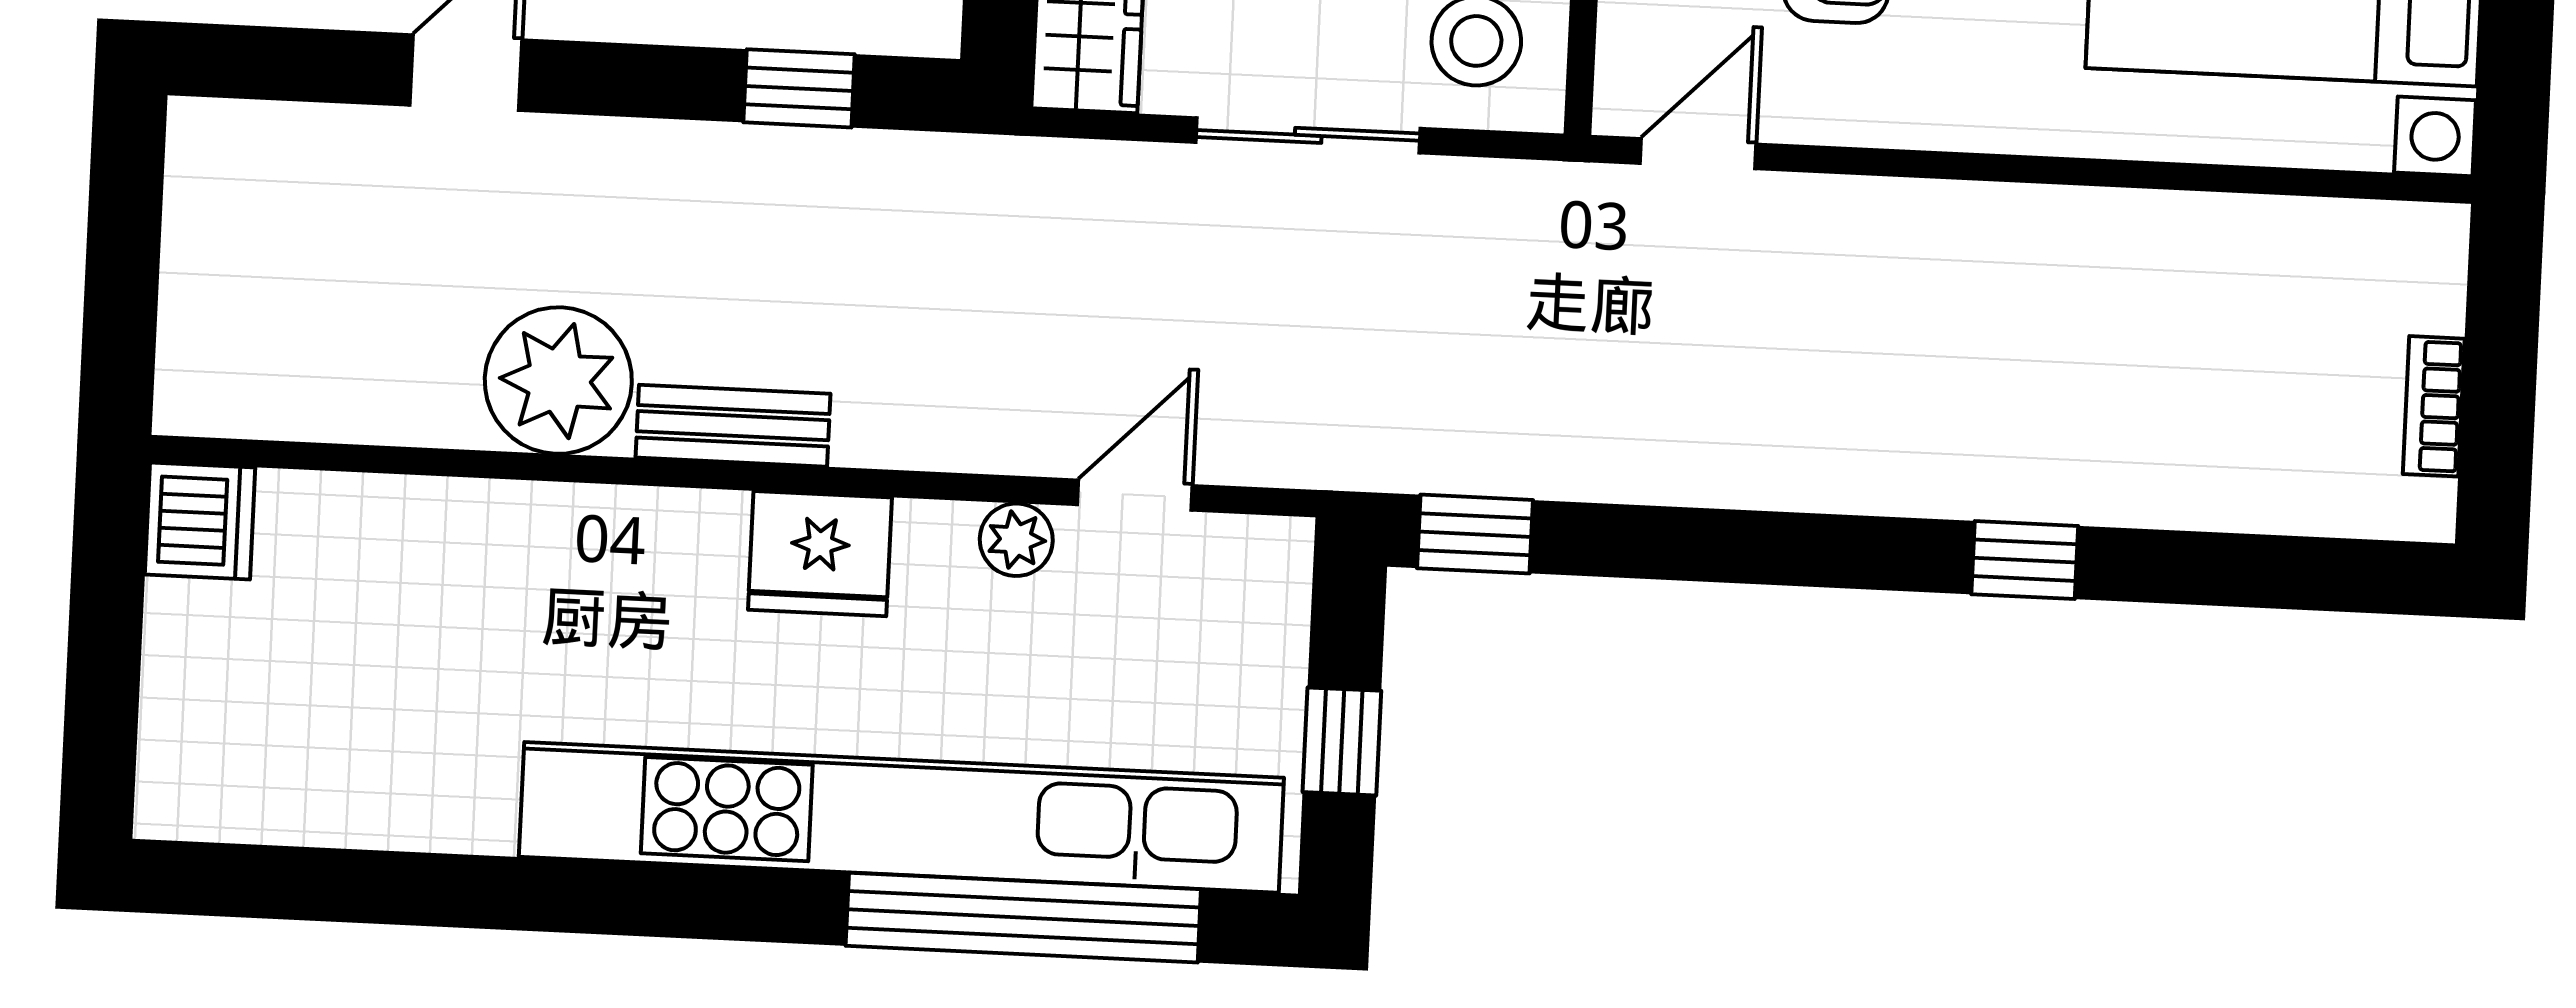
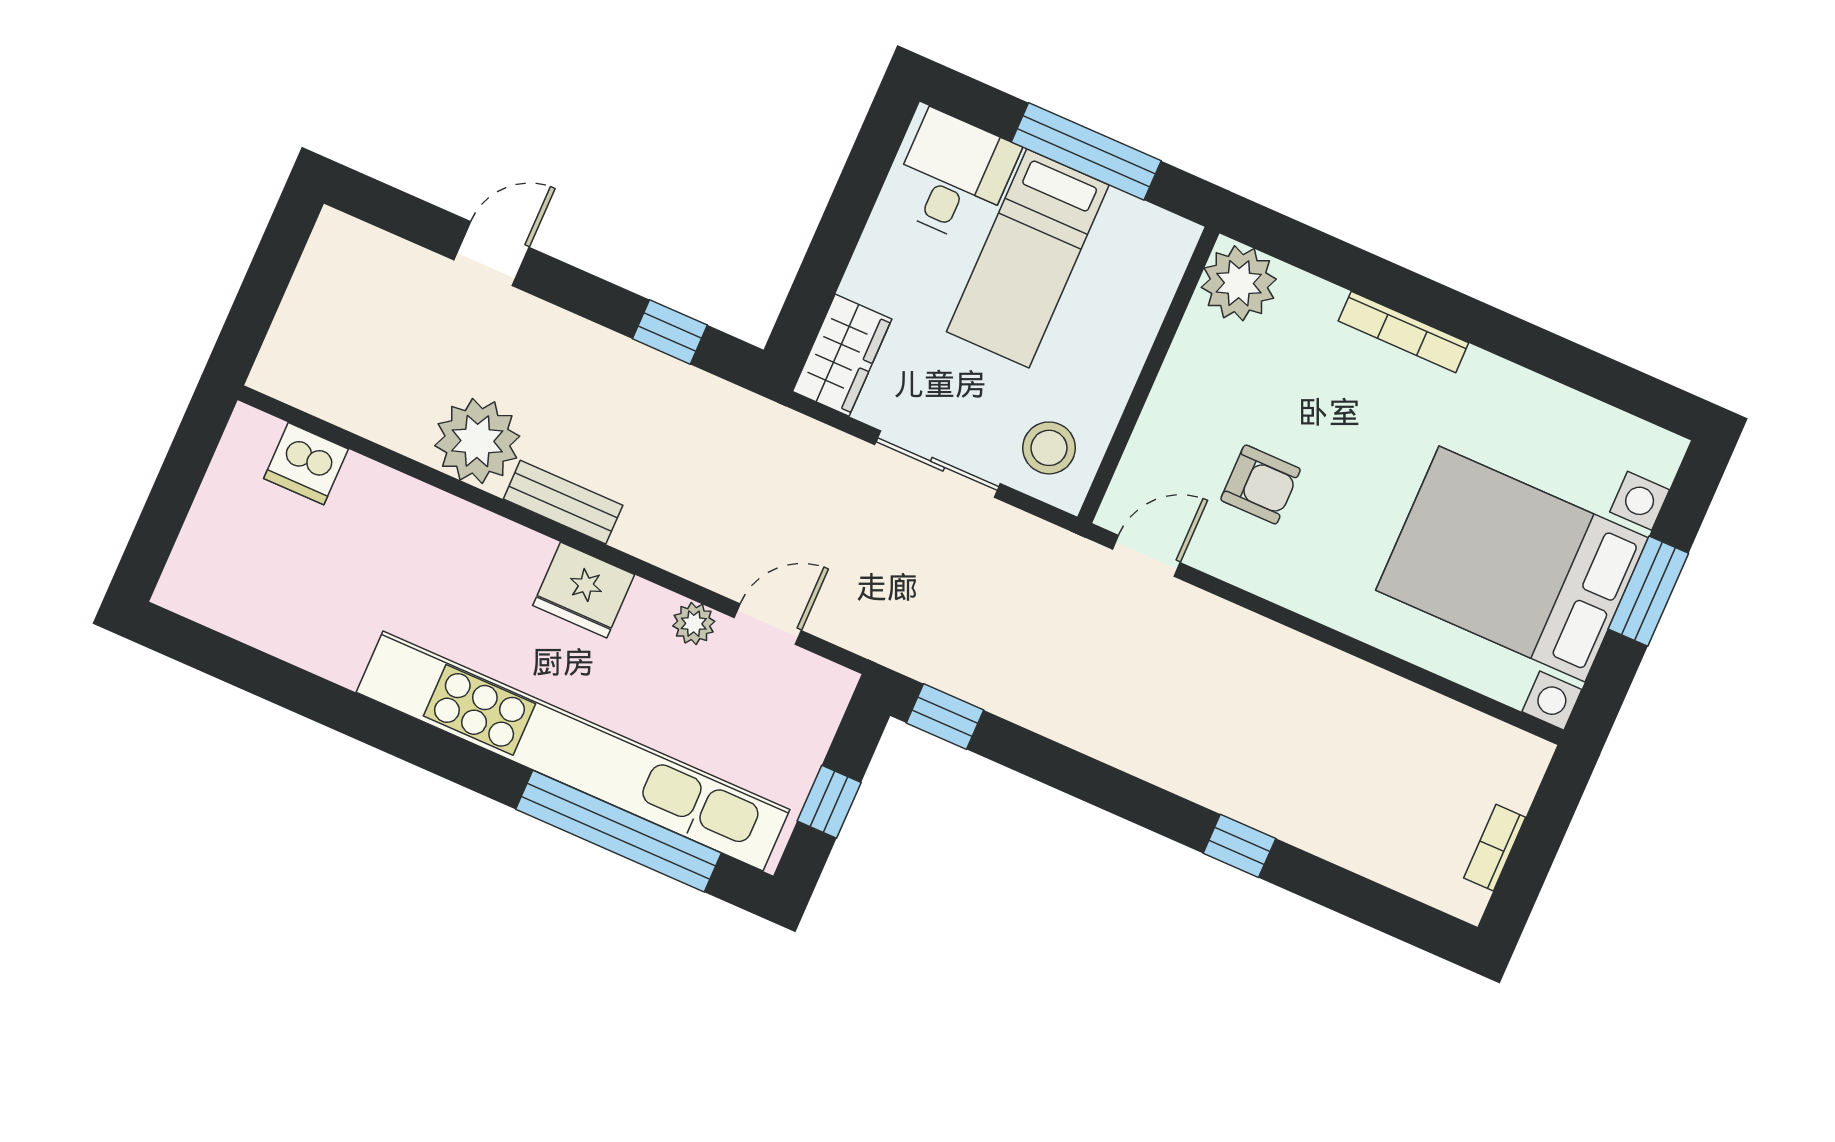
dishwasher: (200, 521) -> (306, 464), moved, turned 90

